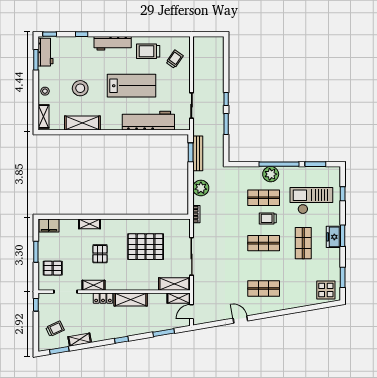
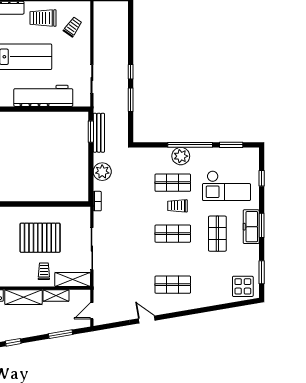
checkout: (311, 201) -> (226, 186), turned 180
freezer: (333, 237) -> (251, 227), width x1.40
trolley: (149, 276) -> (44, 271), added
shelving: (179, 298) -> (56, 296), moved

